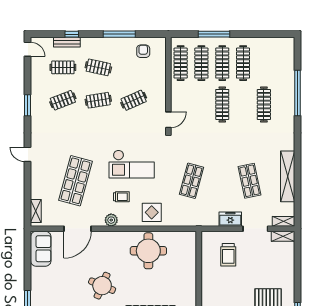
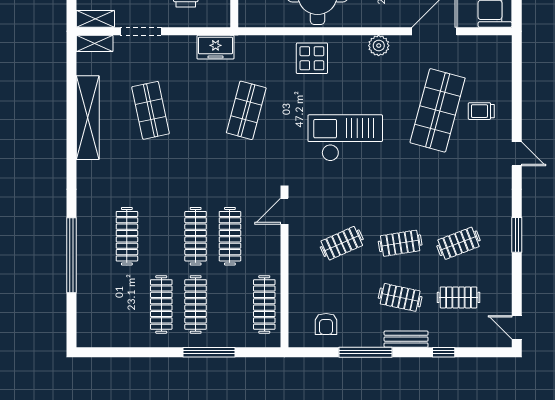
bench: (67, 42) -> (406, 339), moved
clothes rail: (201, 63) -> (230, 236), moved
trolley: (121, 197) -> (481, 111), moved
shelving: (36, 211) -> (503, 60), removed
freezer: (230, 219) -> (216, 47), moved

